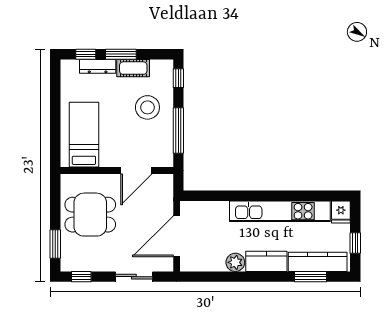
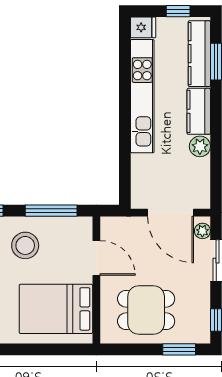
bed: (84, 135) -> (56, 309), width x1.50
dining table: (90, 215) -> (146, 310), turned 90
plant: (160, 265) -> (202, 231), added

